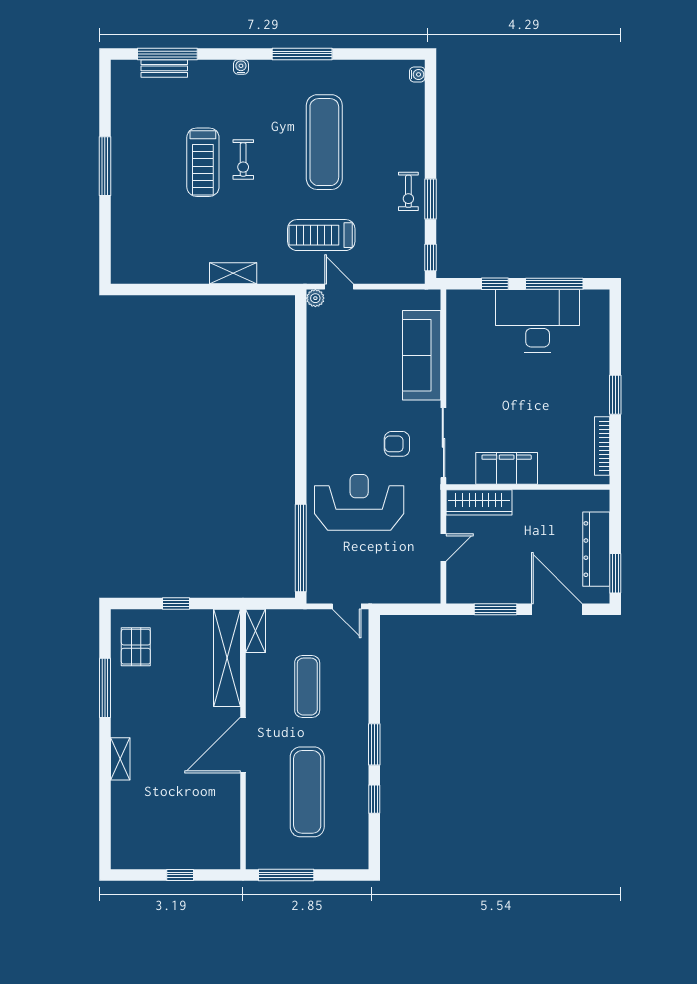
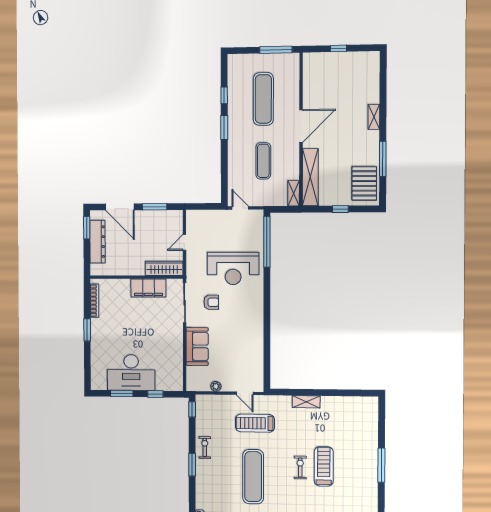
window: (431, 199) -> (192, 465), moved
treadmill: (321, 235) -> (255, 423), turned 180
window: (554, 284) -> (122, 394), width x0.69
plant: (315, 298) -> (216, 386), moved
sofa: (422, 355) -> (197, 346), width x0.73
pallet: (136, 647) -> (364, 183), width x1.50, depth x1.42

